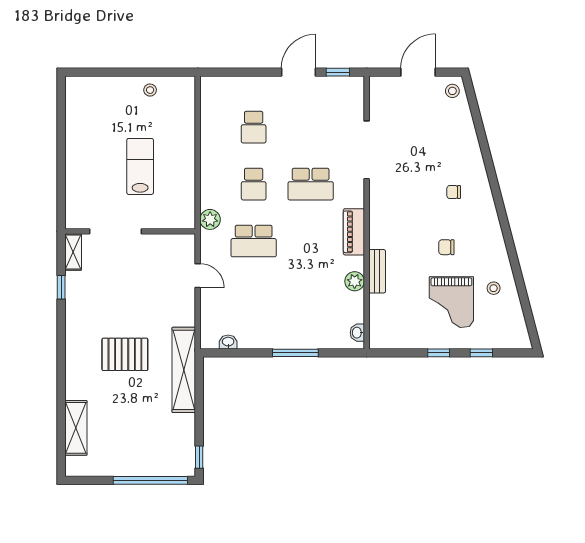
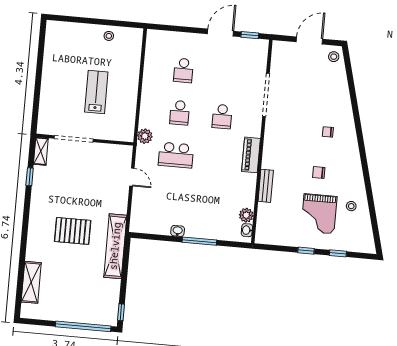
school desk: (311, 184) -> (222, 117), width x0.54
plant: (355, 281) -> (246, 215), moved
washbasin: (228, 342) -> (178, 231), moved

